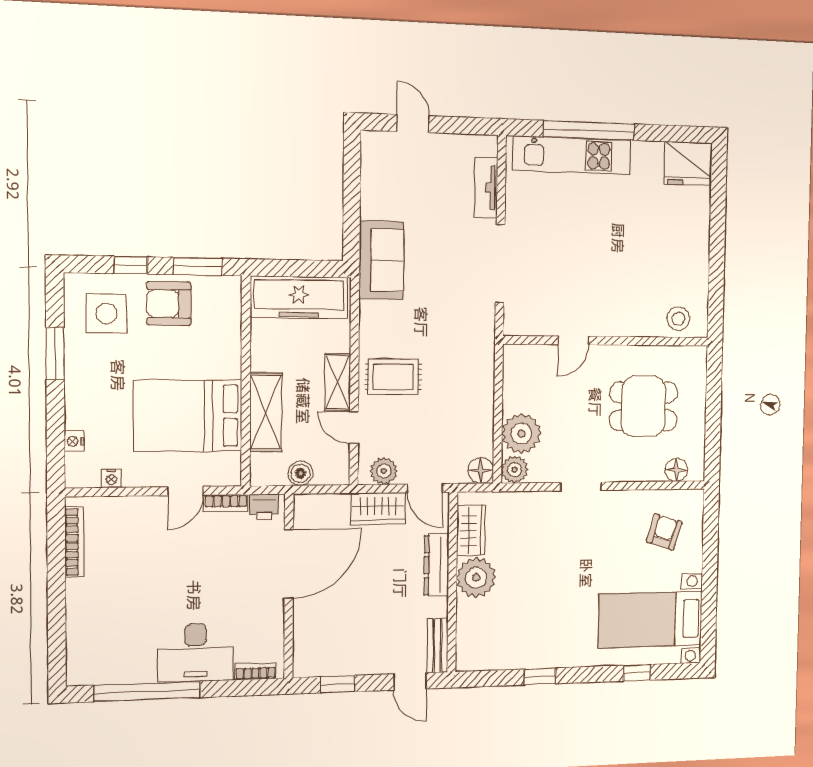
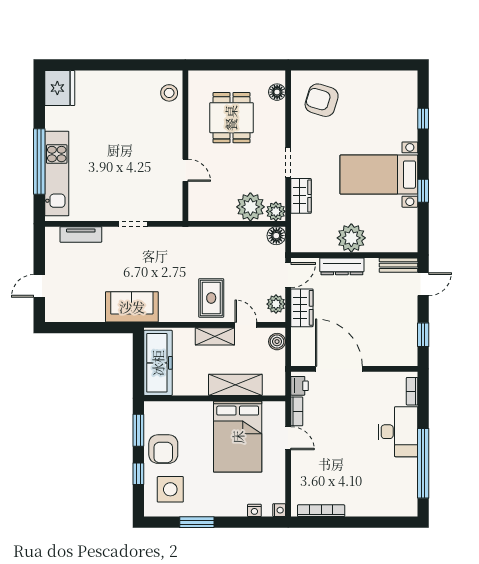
doorway: (500, 264) -> (133, 224), width x0.53
door: (354, 428) -> (246, 325), swing flipped
boiler: (301, 473) -> (277, 342), moved
nightstand: (111, 478) -> (279, 510), moved
wardrobe: (471, 530) -> (301, 196), moved, turned 90
armchair: (664, 532) -> (322, 100), width x1.38, depth x1.38
bed with nightstands: (651, 620) -> (379, 175), moved, turned 90

